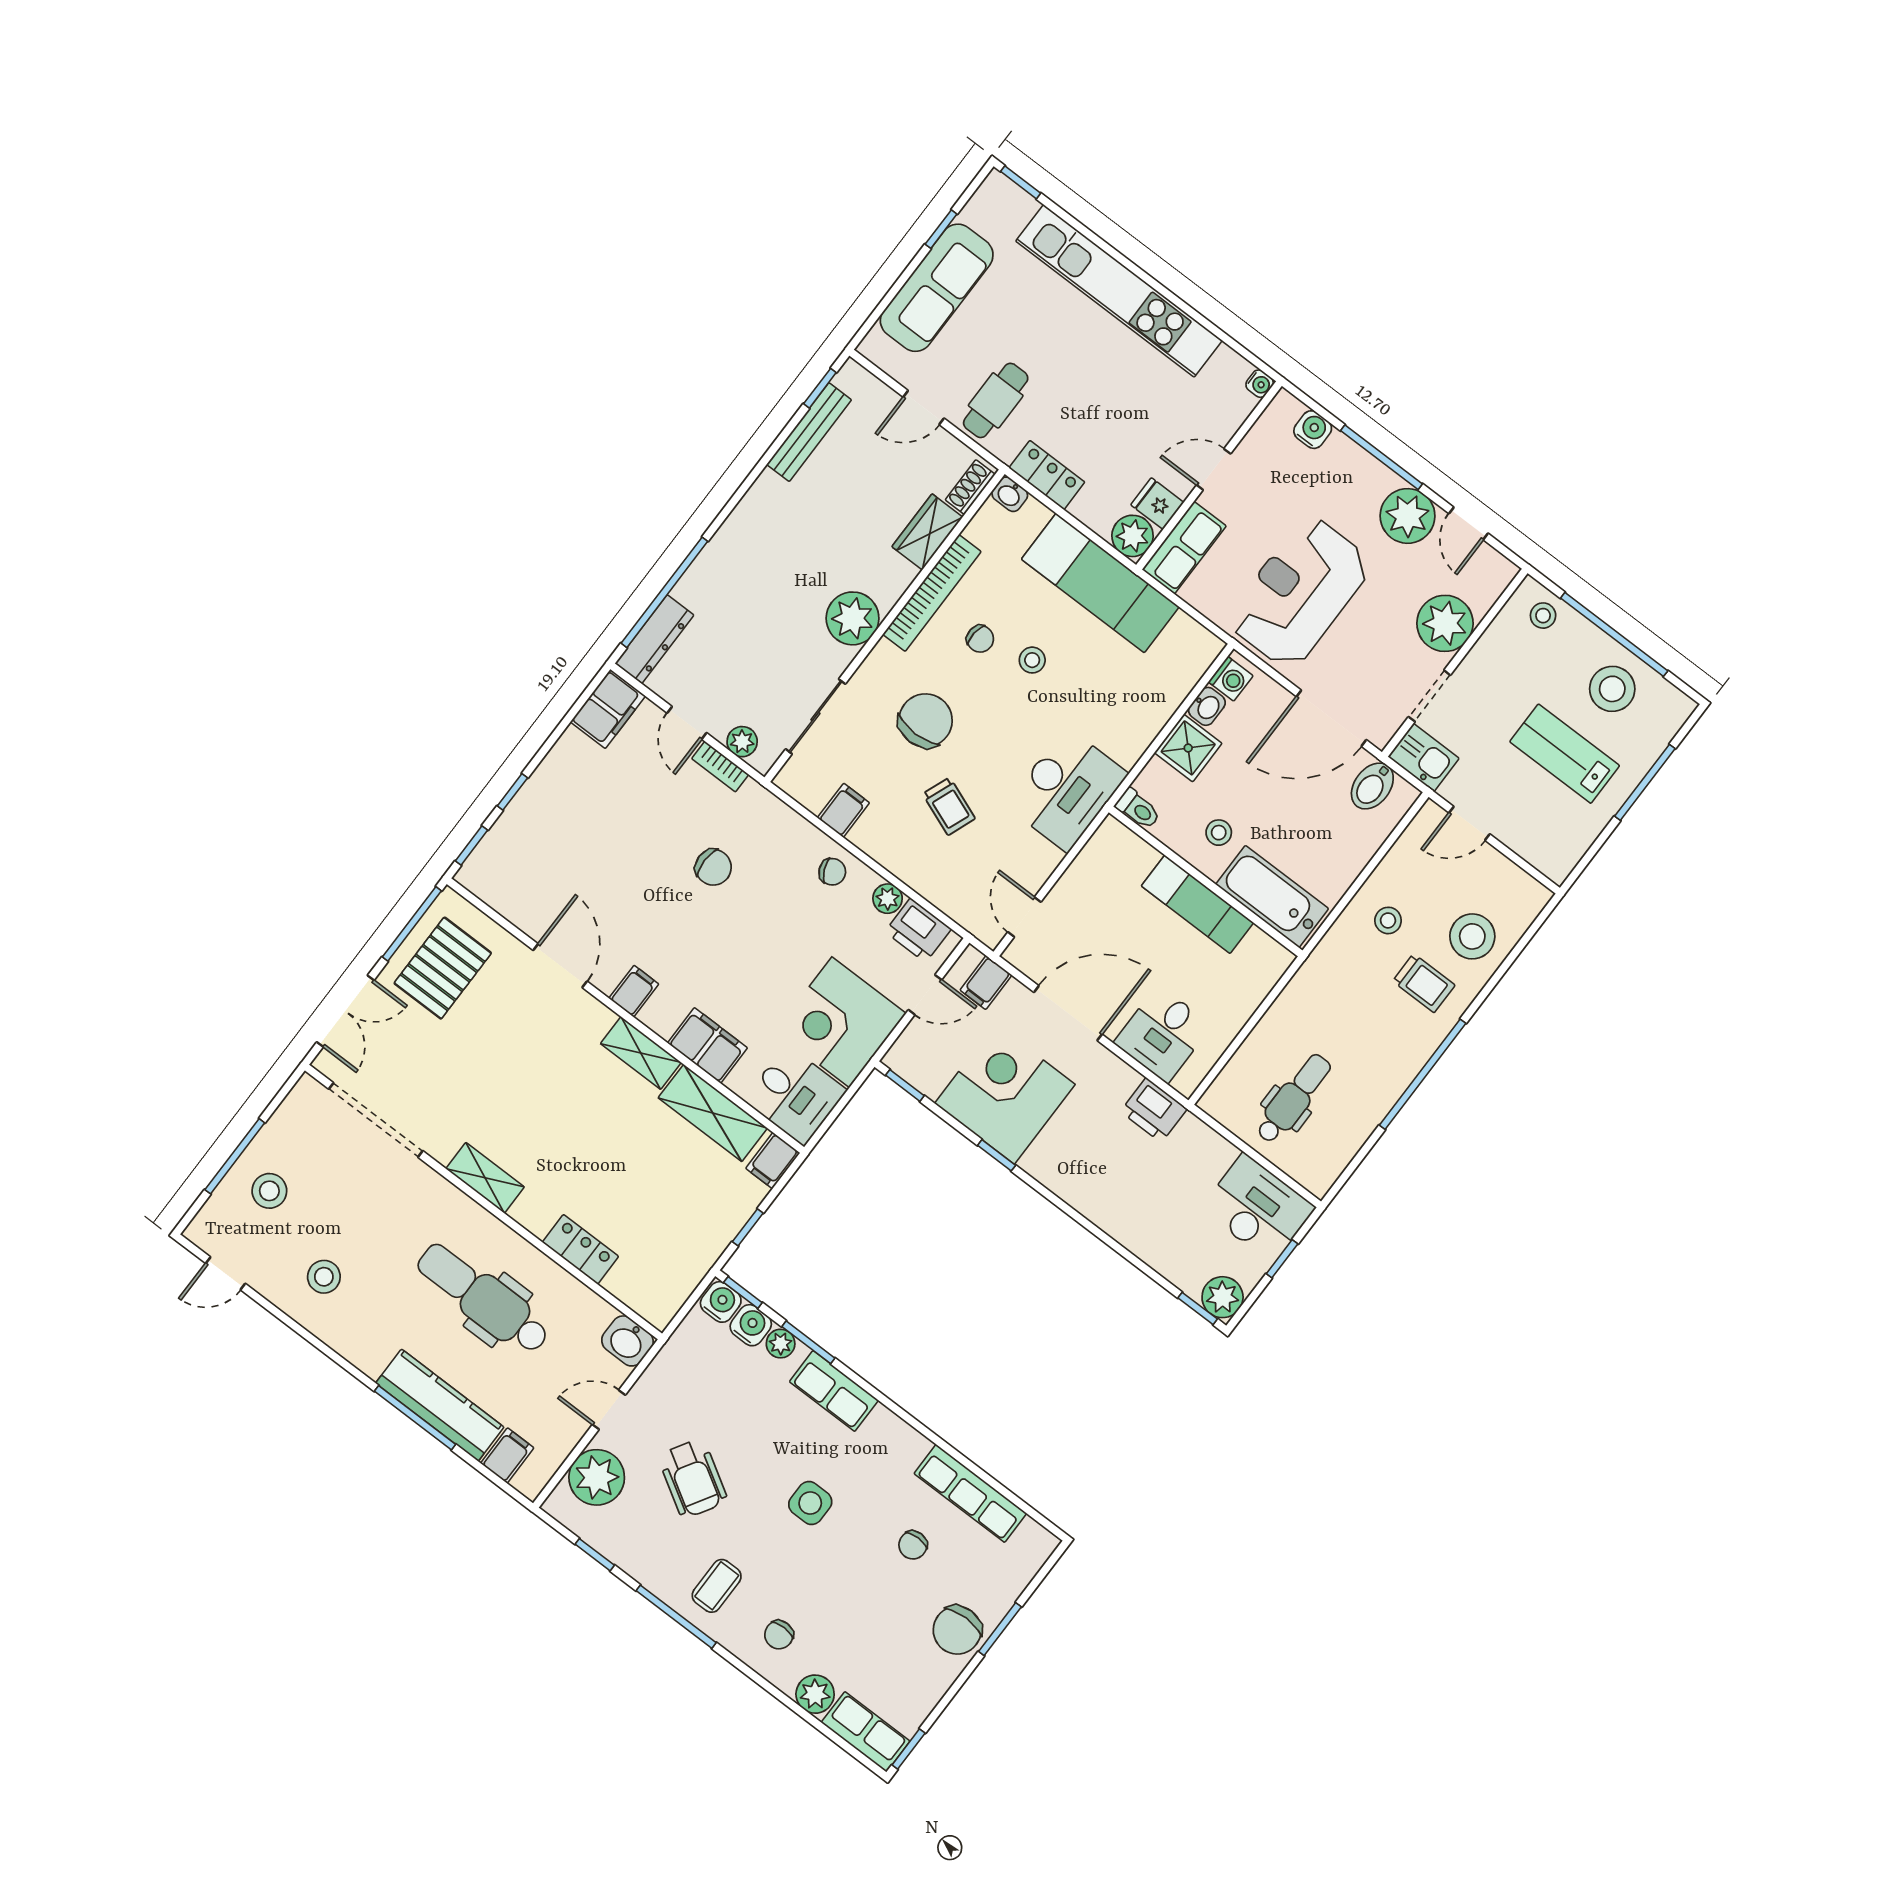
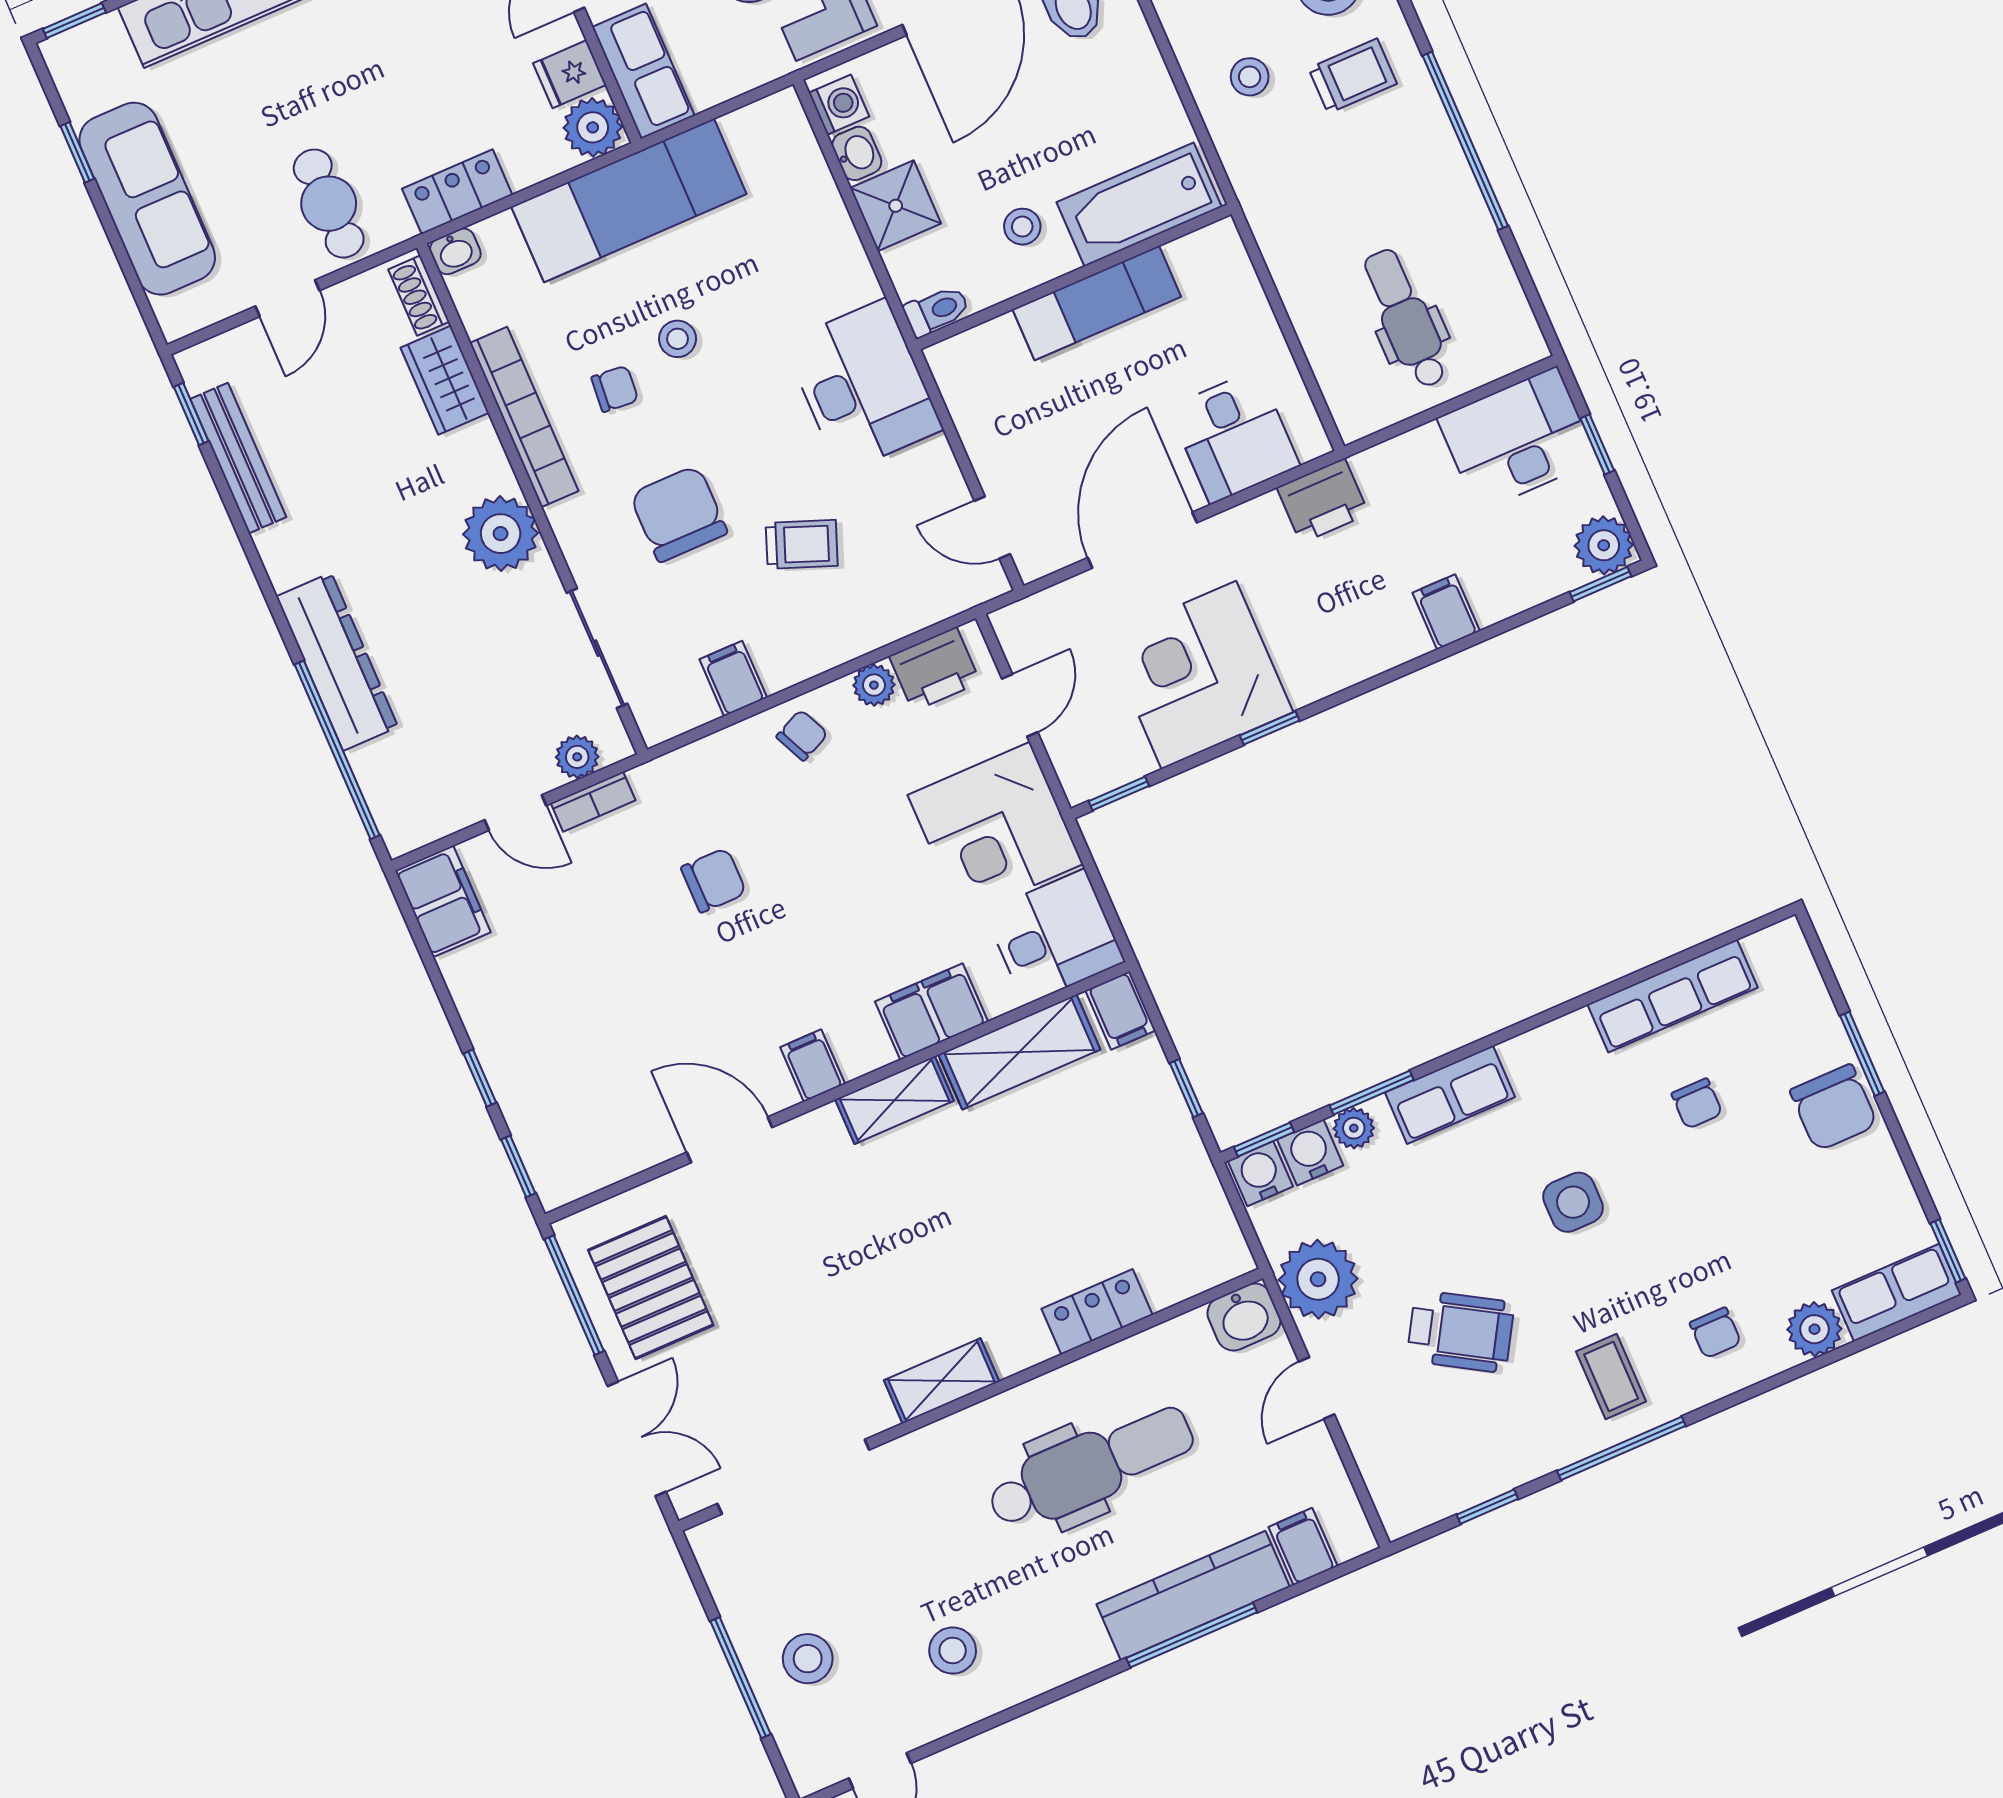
dresser: (654, 639) -> (337, 662), moved, width x1.37, depth x1.24
filing cabinet: (986, 983) -> (1446, 612), moved, turned 180
dental chair: (483, 1299) -> (1091, 1467), turned 180
plant: (597, 1477) -> (1318, 1279), moved

